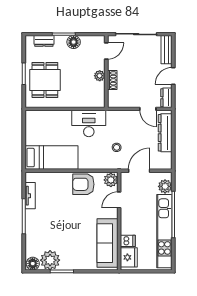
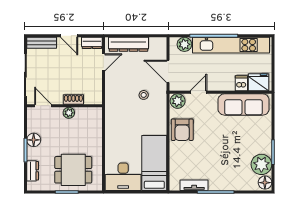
desk: (89, 123) -> (123, 177), moved, turned -90
door: (119, 200) -> (198, 92), swing flipped

